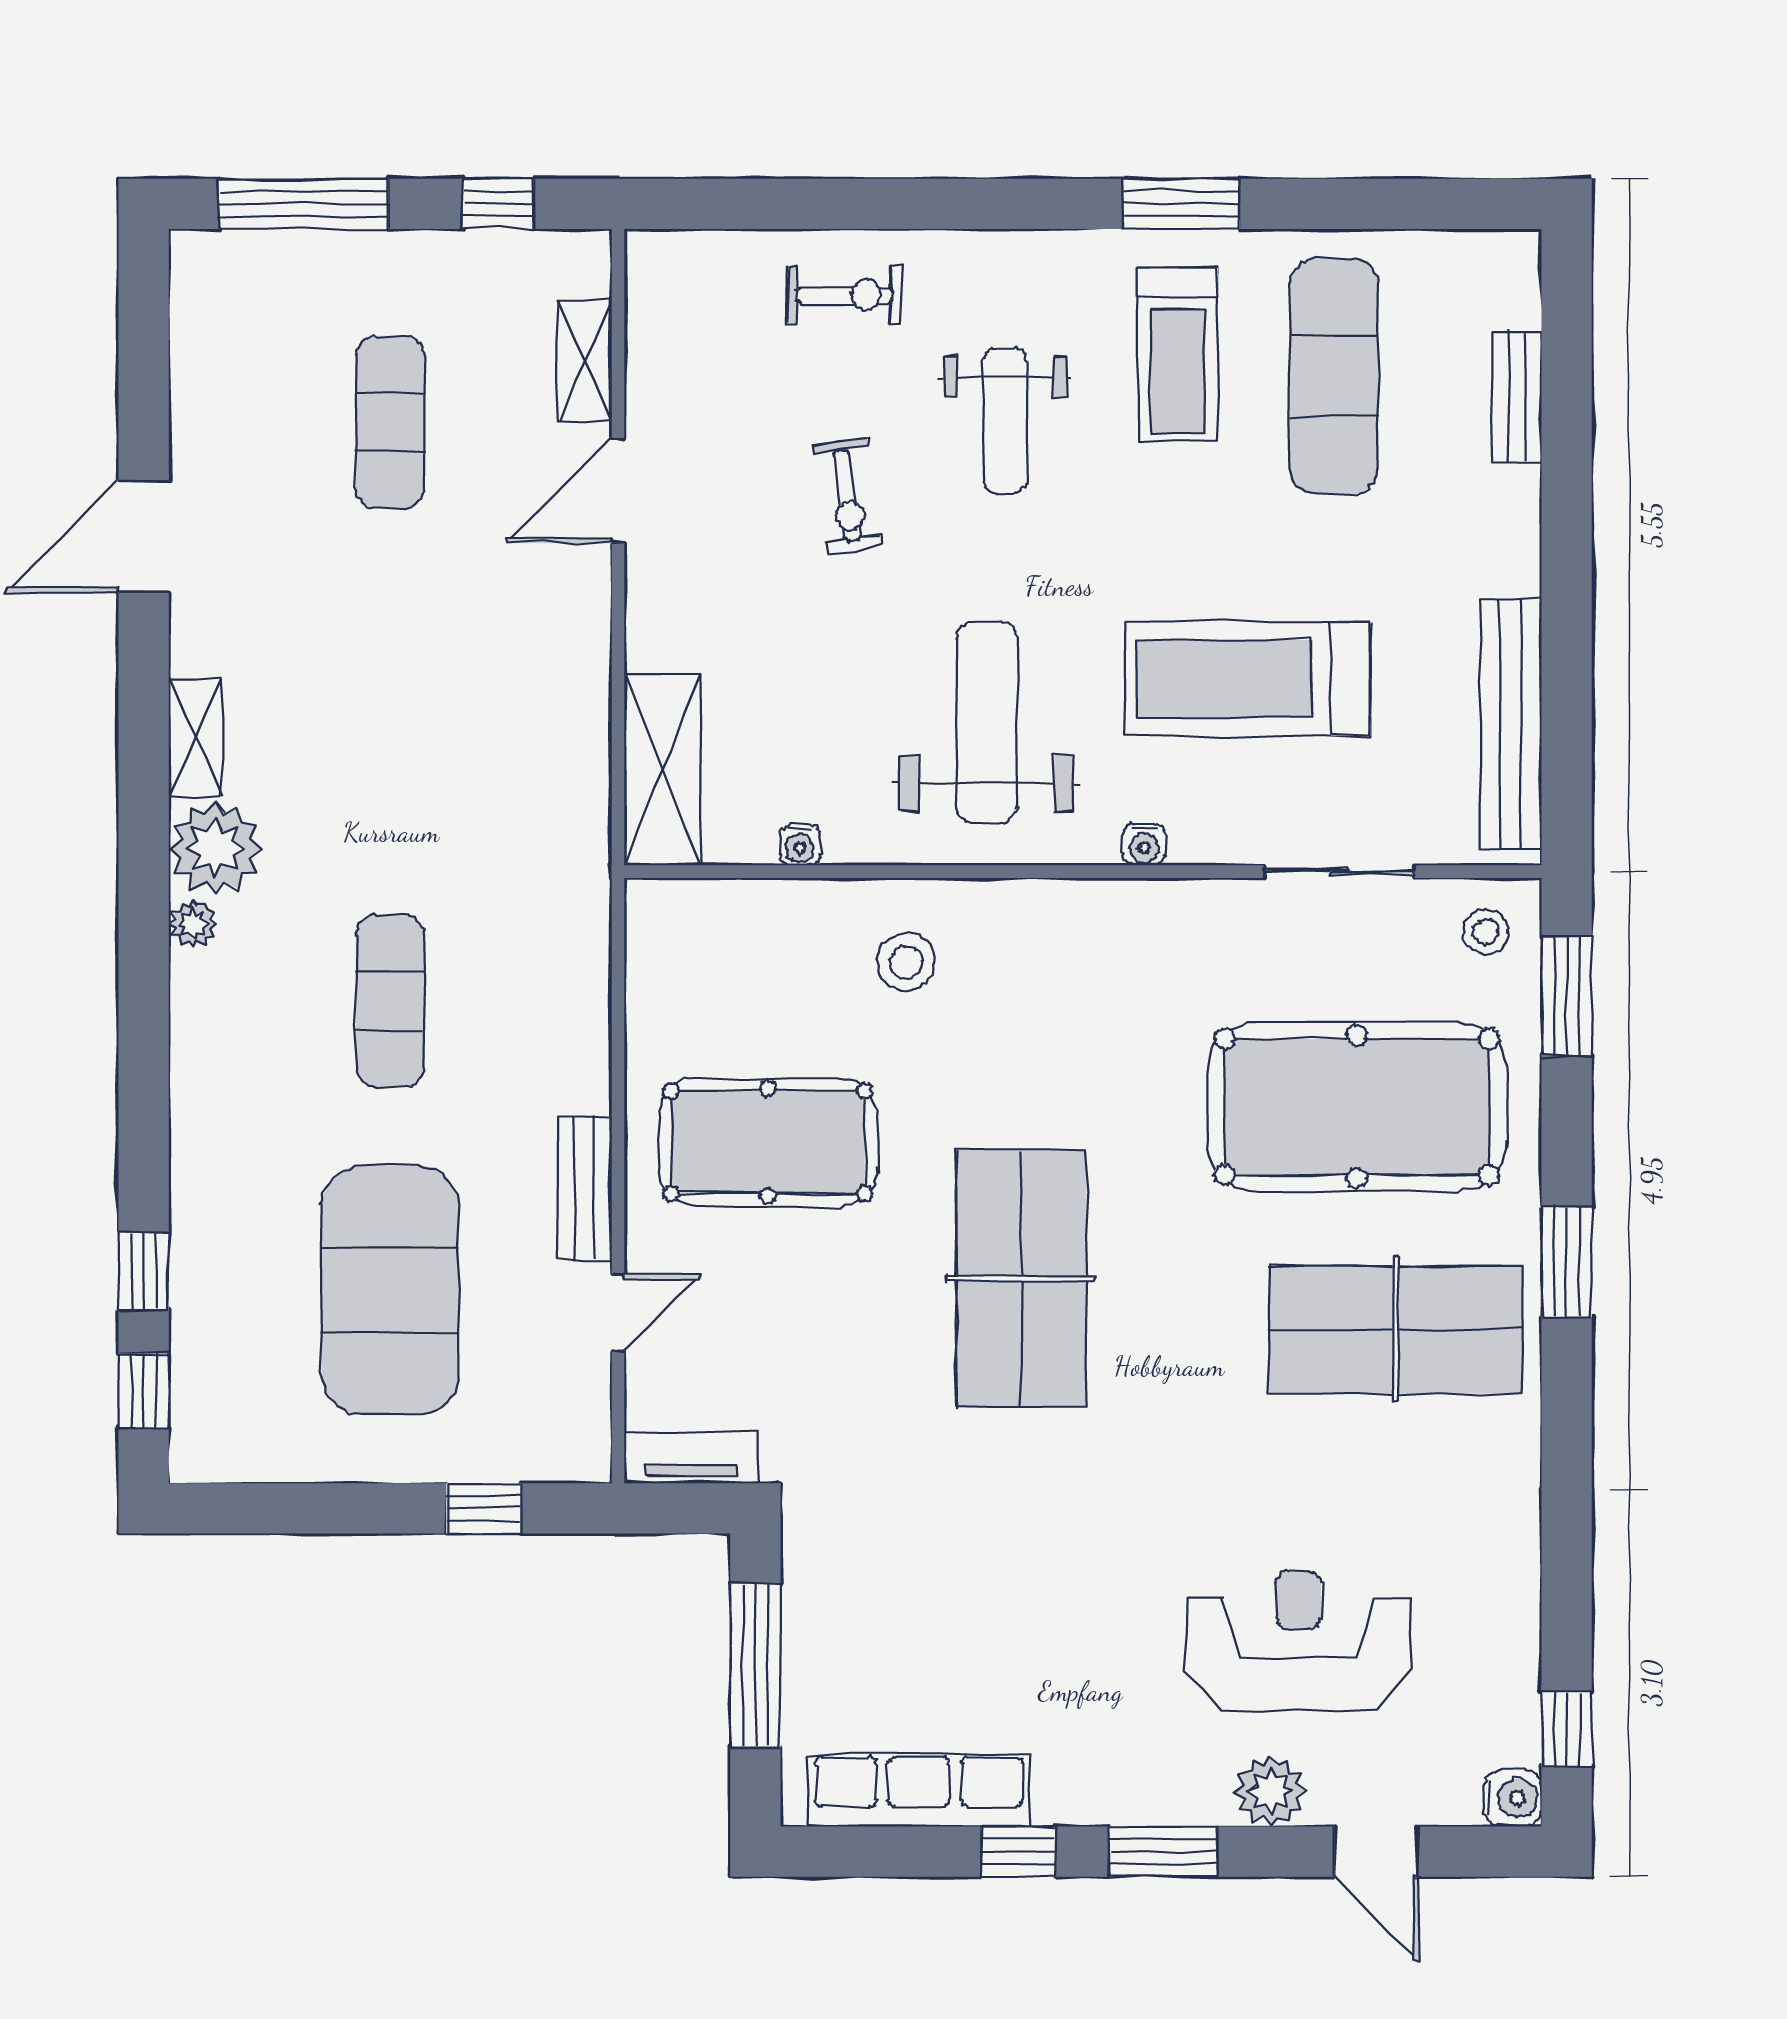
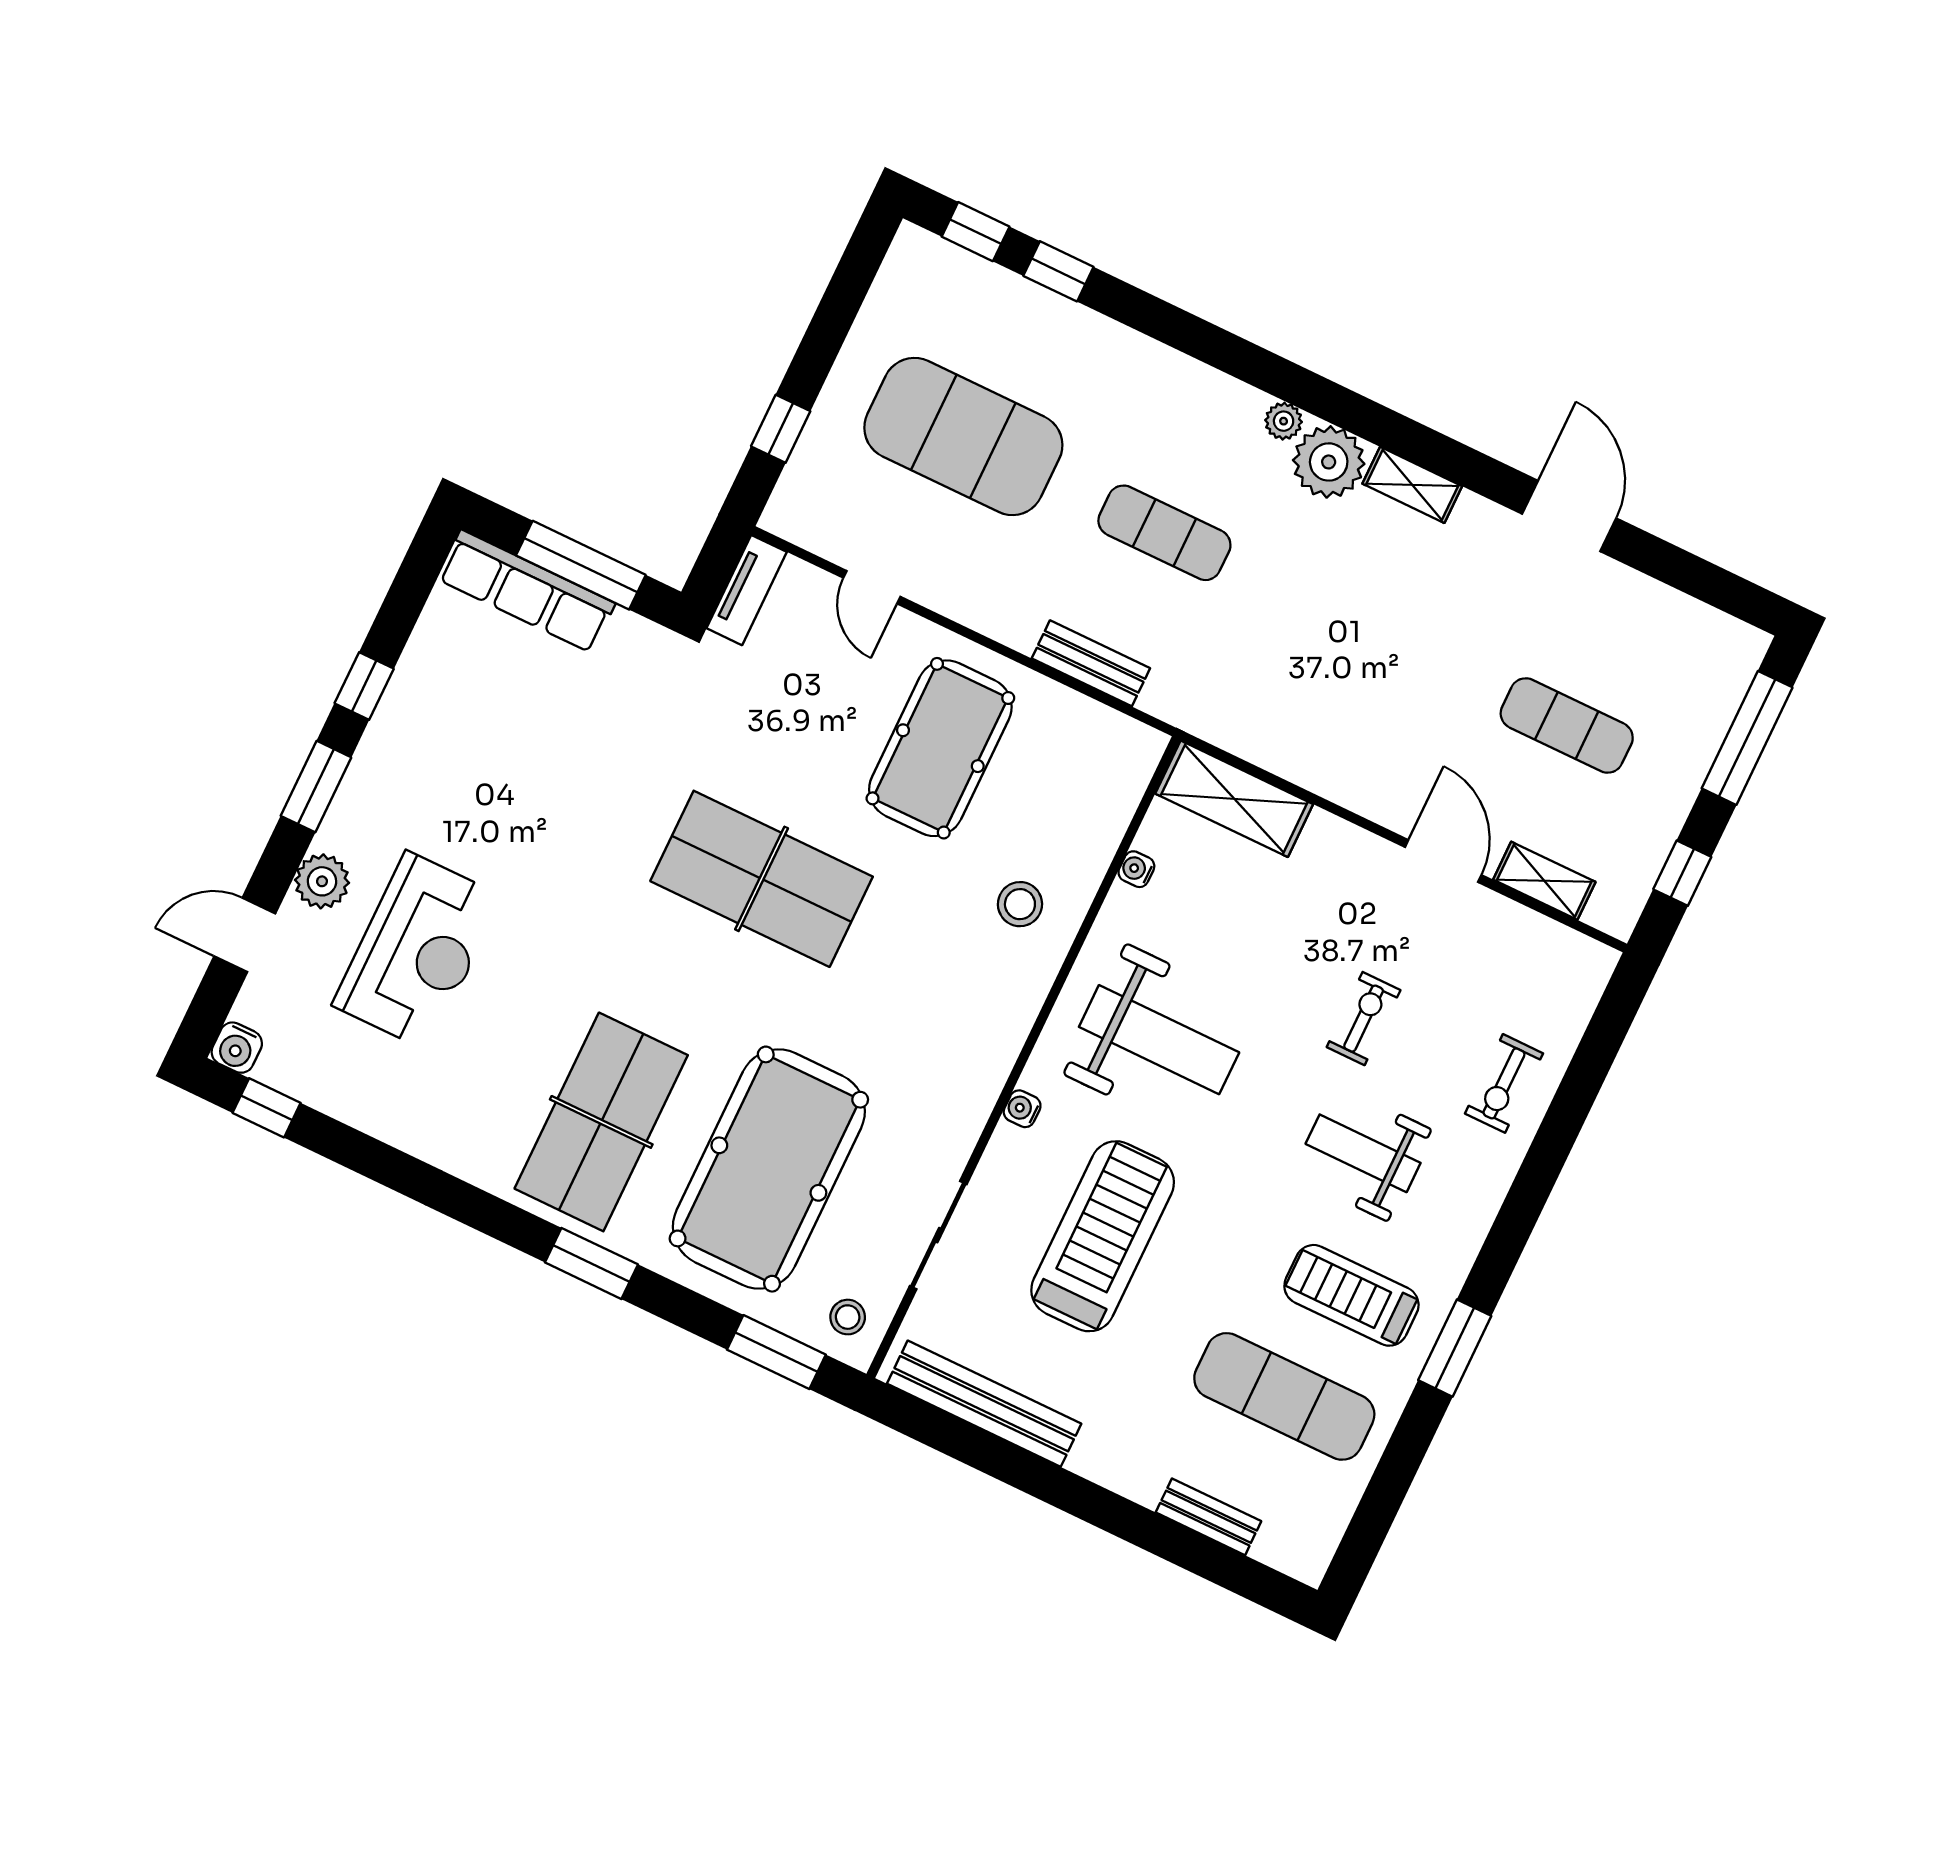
exercise bike: (847, 495) -> (1364, 1019), turned 98
bench: (584, 1188) -> (1091, 663), moved
row of seats: (919, 1790) -> (526, 591), moved, turned 90

